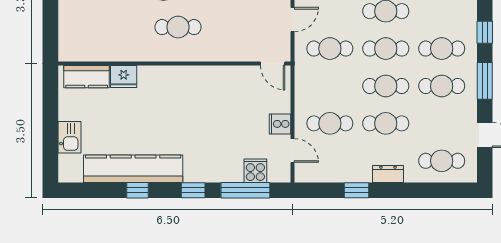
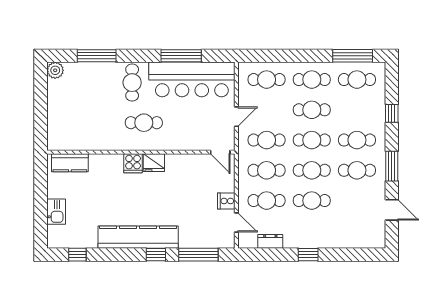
window: (485, 32) -> (392, 113), moved
fridge: (124, 77) -> (154, 163), moved
cafe table: (442, 161) -> (267, 170), moved
kitchen counter: (133, 169) -> (138, 237), moved
cooker: (255, 171) -> (133, 163), moved, turned 180
dresser: (388, 174) -> (270, 241), moved
window: (137, 190) -> (77, 255), moved
window: (357, 190) -> (308, 255), moved

